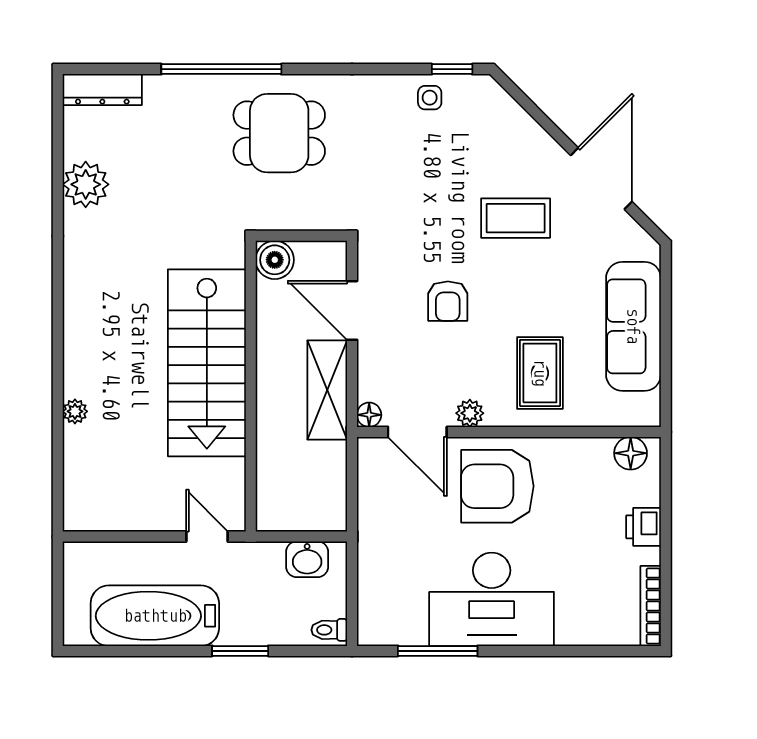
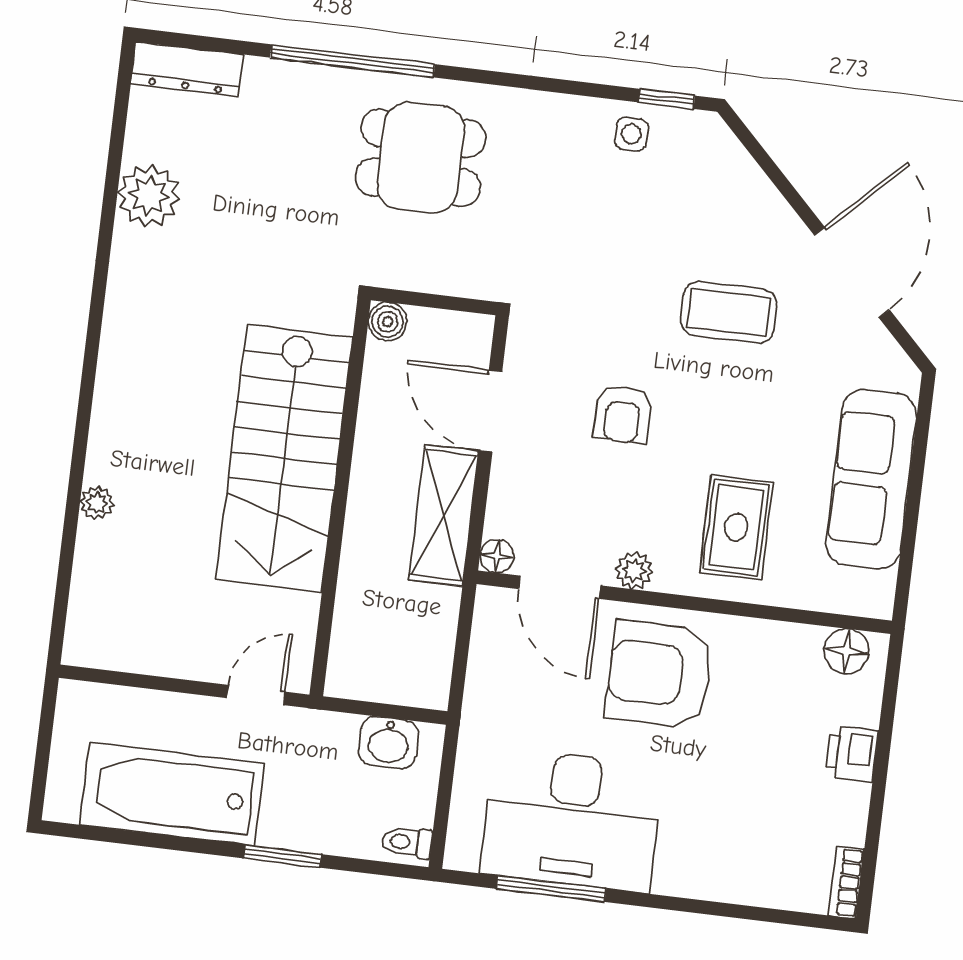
boiler: (275, 260) -> (388, 322), width x0.73, depth x0.73
door: (207, 537) -> (256, 695), hinge flipped
desk: (492, 599) -> (572, 820), moved
bookcase: (651, 606) -> (846, 882), width x0.64

